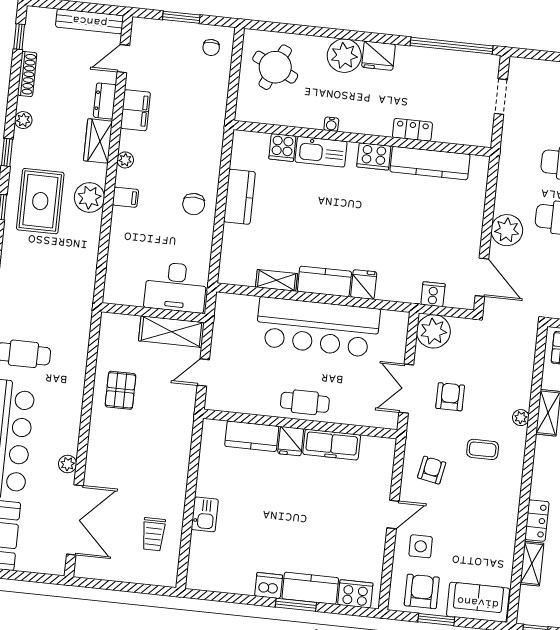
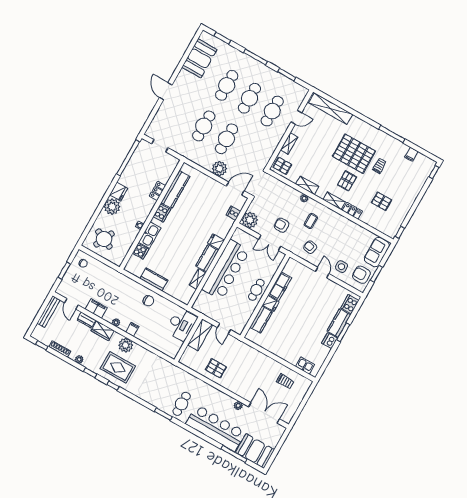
kitchen sink: (205, 514) -> (305, 366), moved
shelving: (532, 564) -> (334, 201), moved

